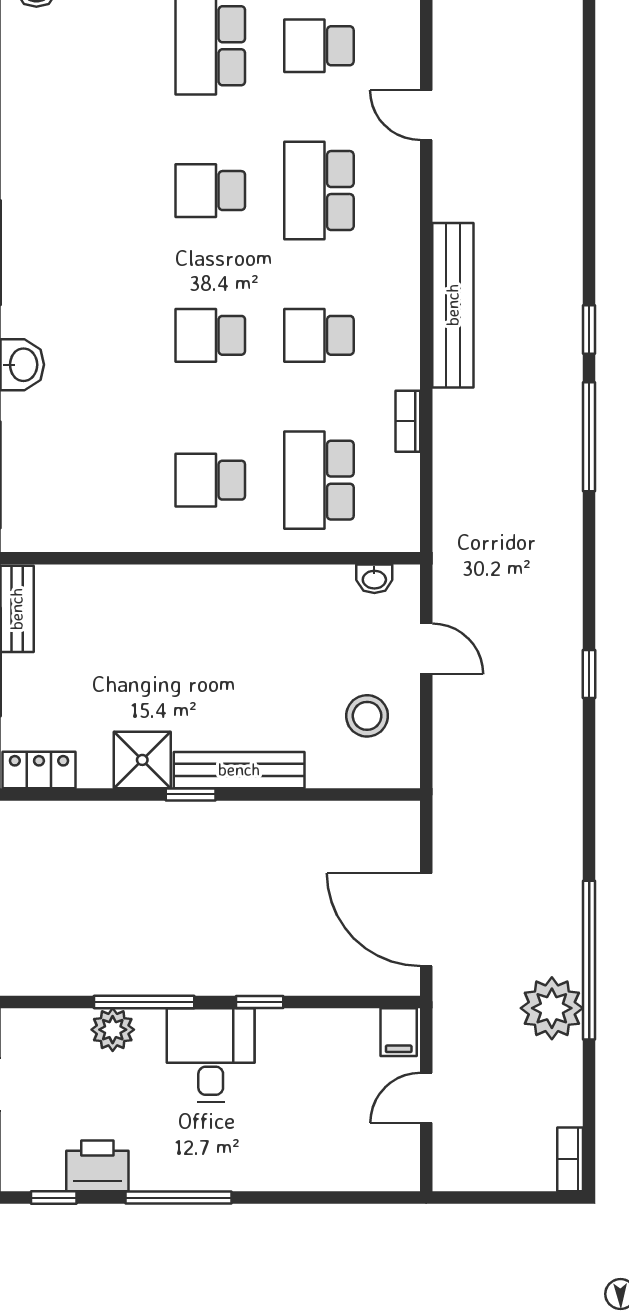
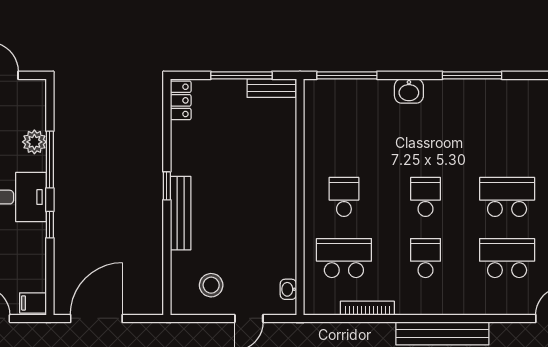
school desk: (210, 191) -> (507, 197), width x1.85
bookcase: (408, 421) -> (367, 308), width x1.56
shower: (142, 760) -> (186, 159), removed

